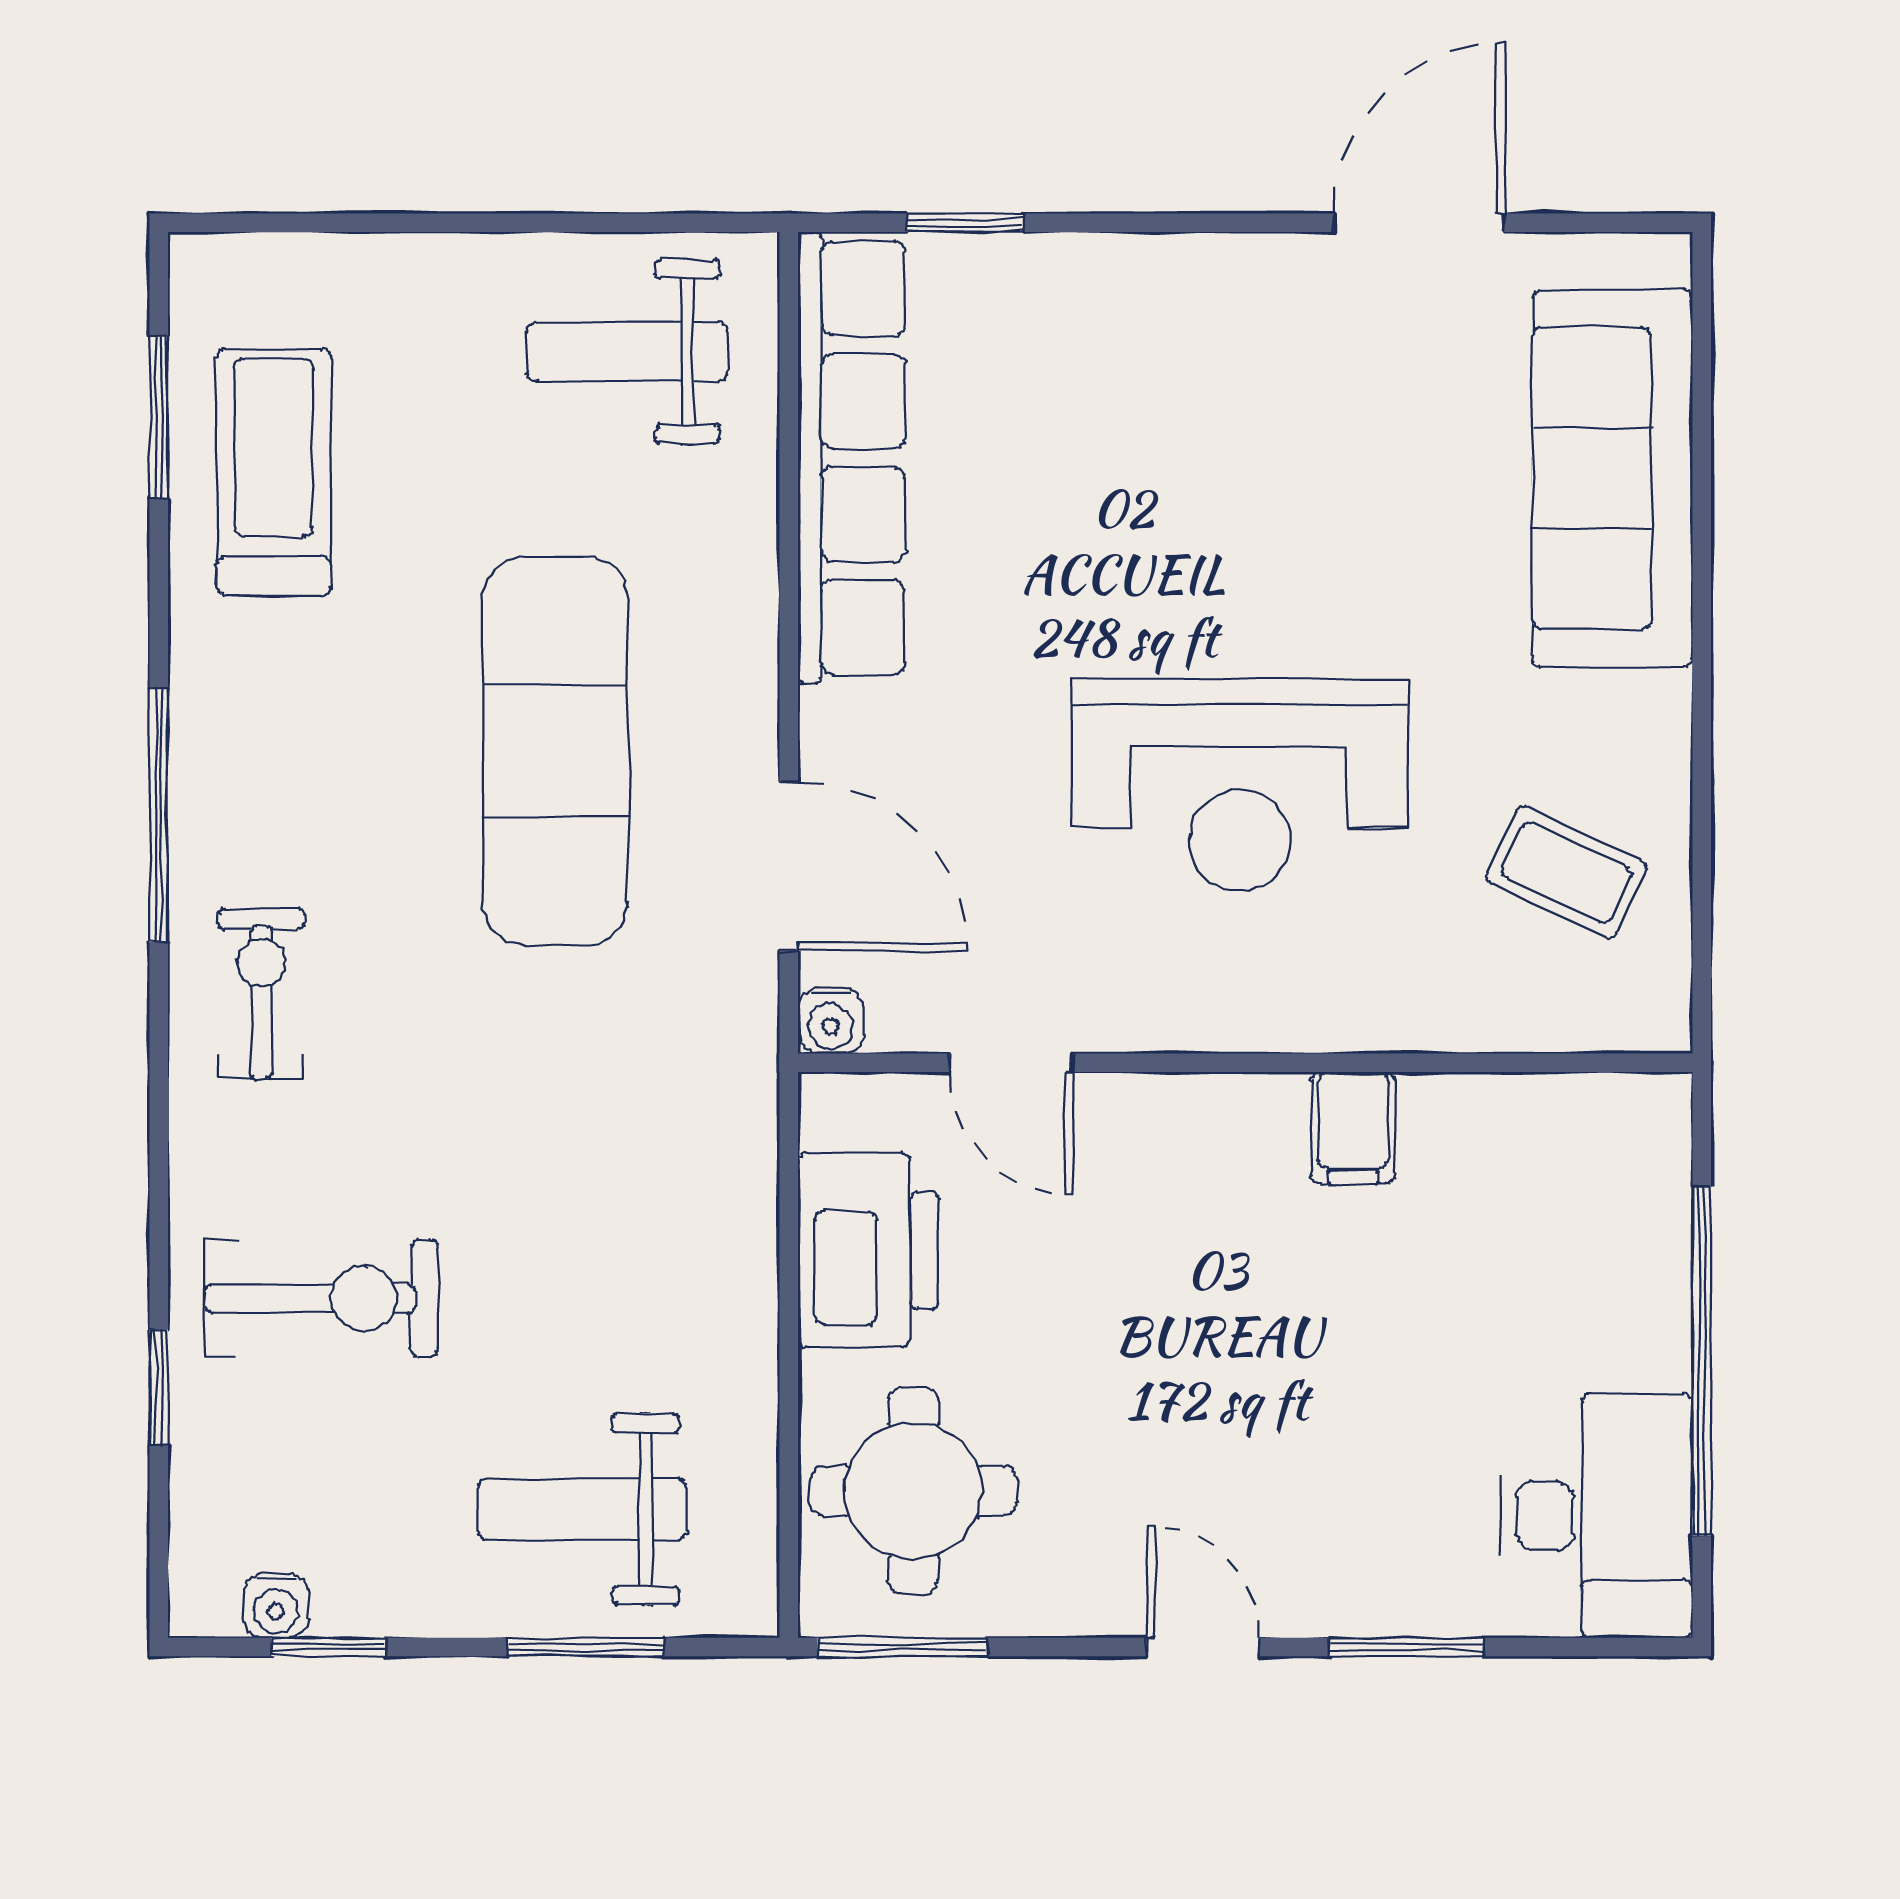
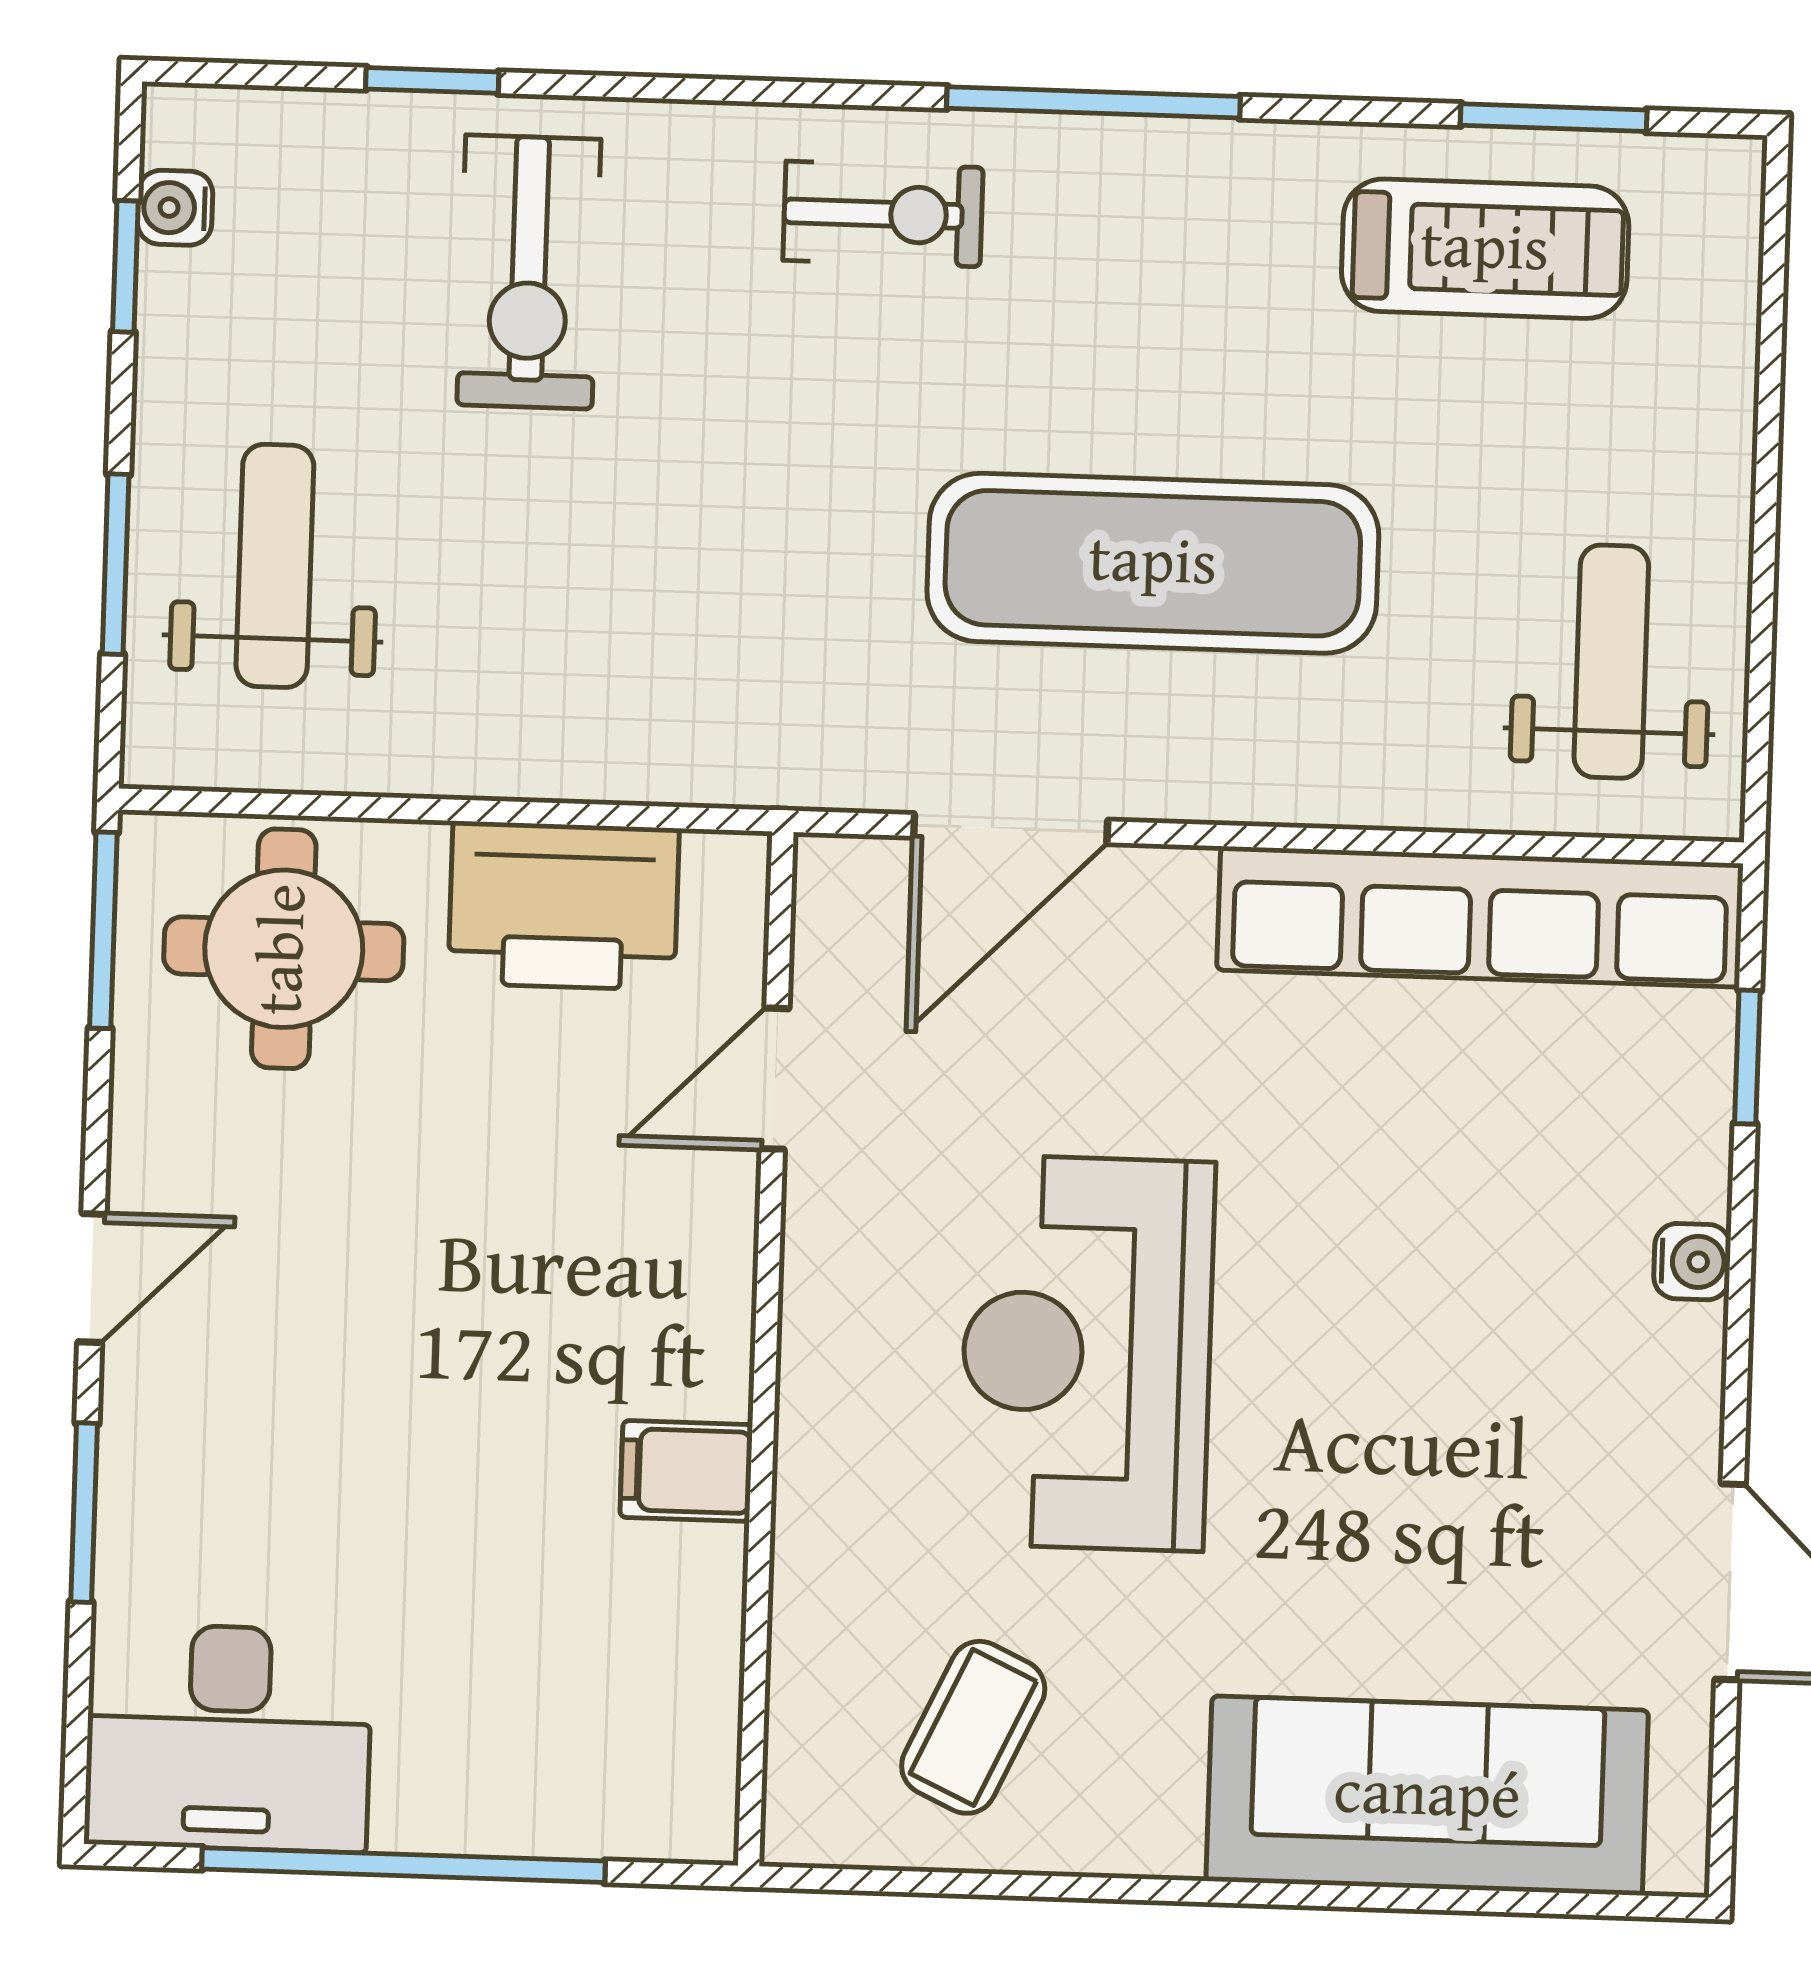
water cooler: (831, 1021) -> (1692, 1262), moved, turned 180

